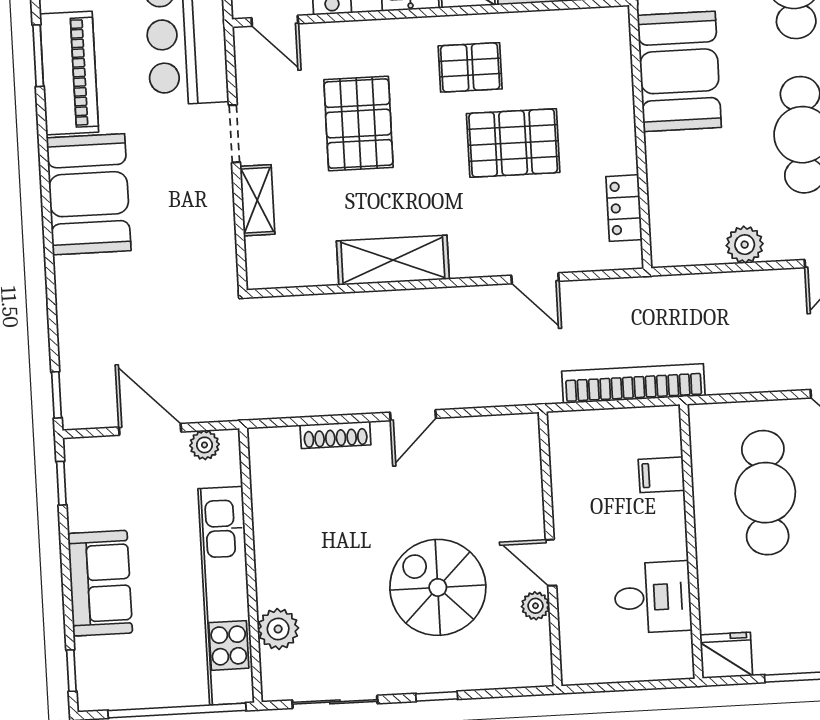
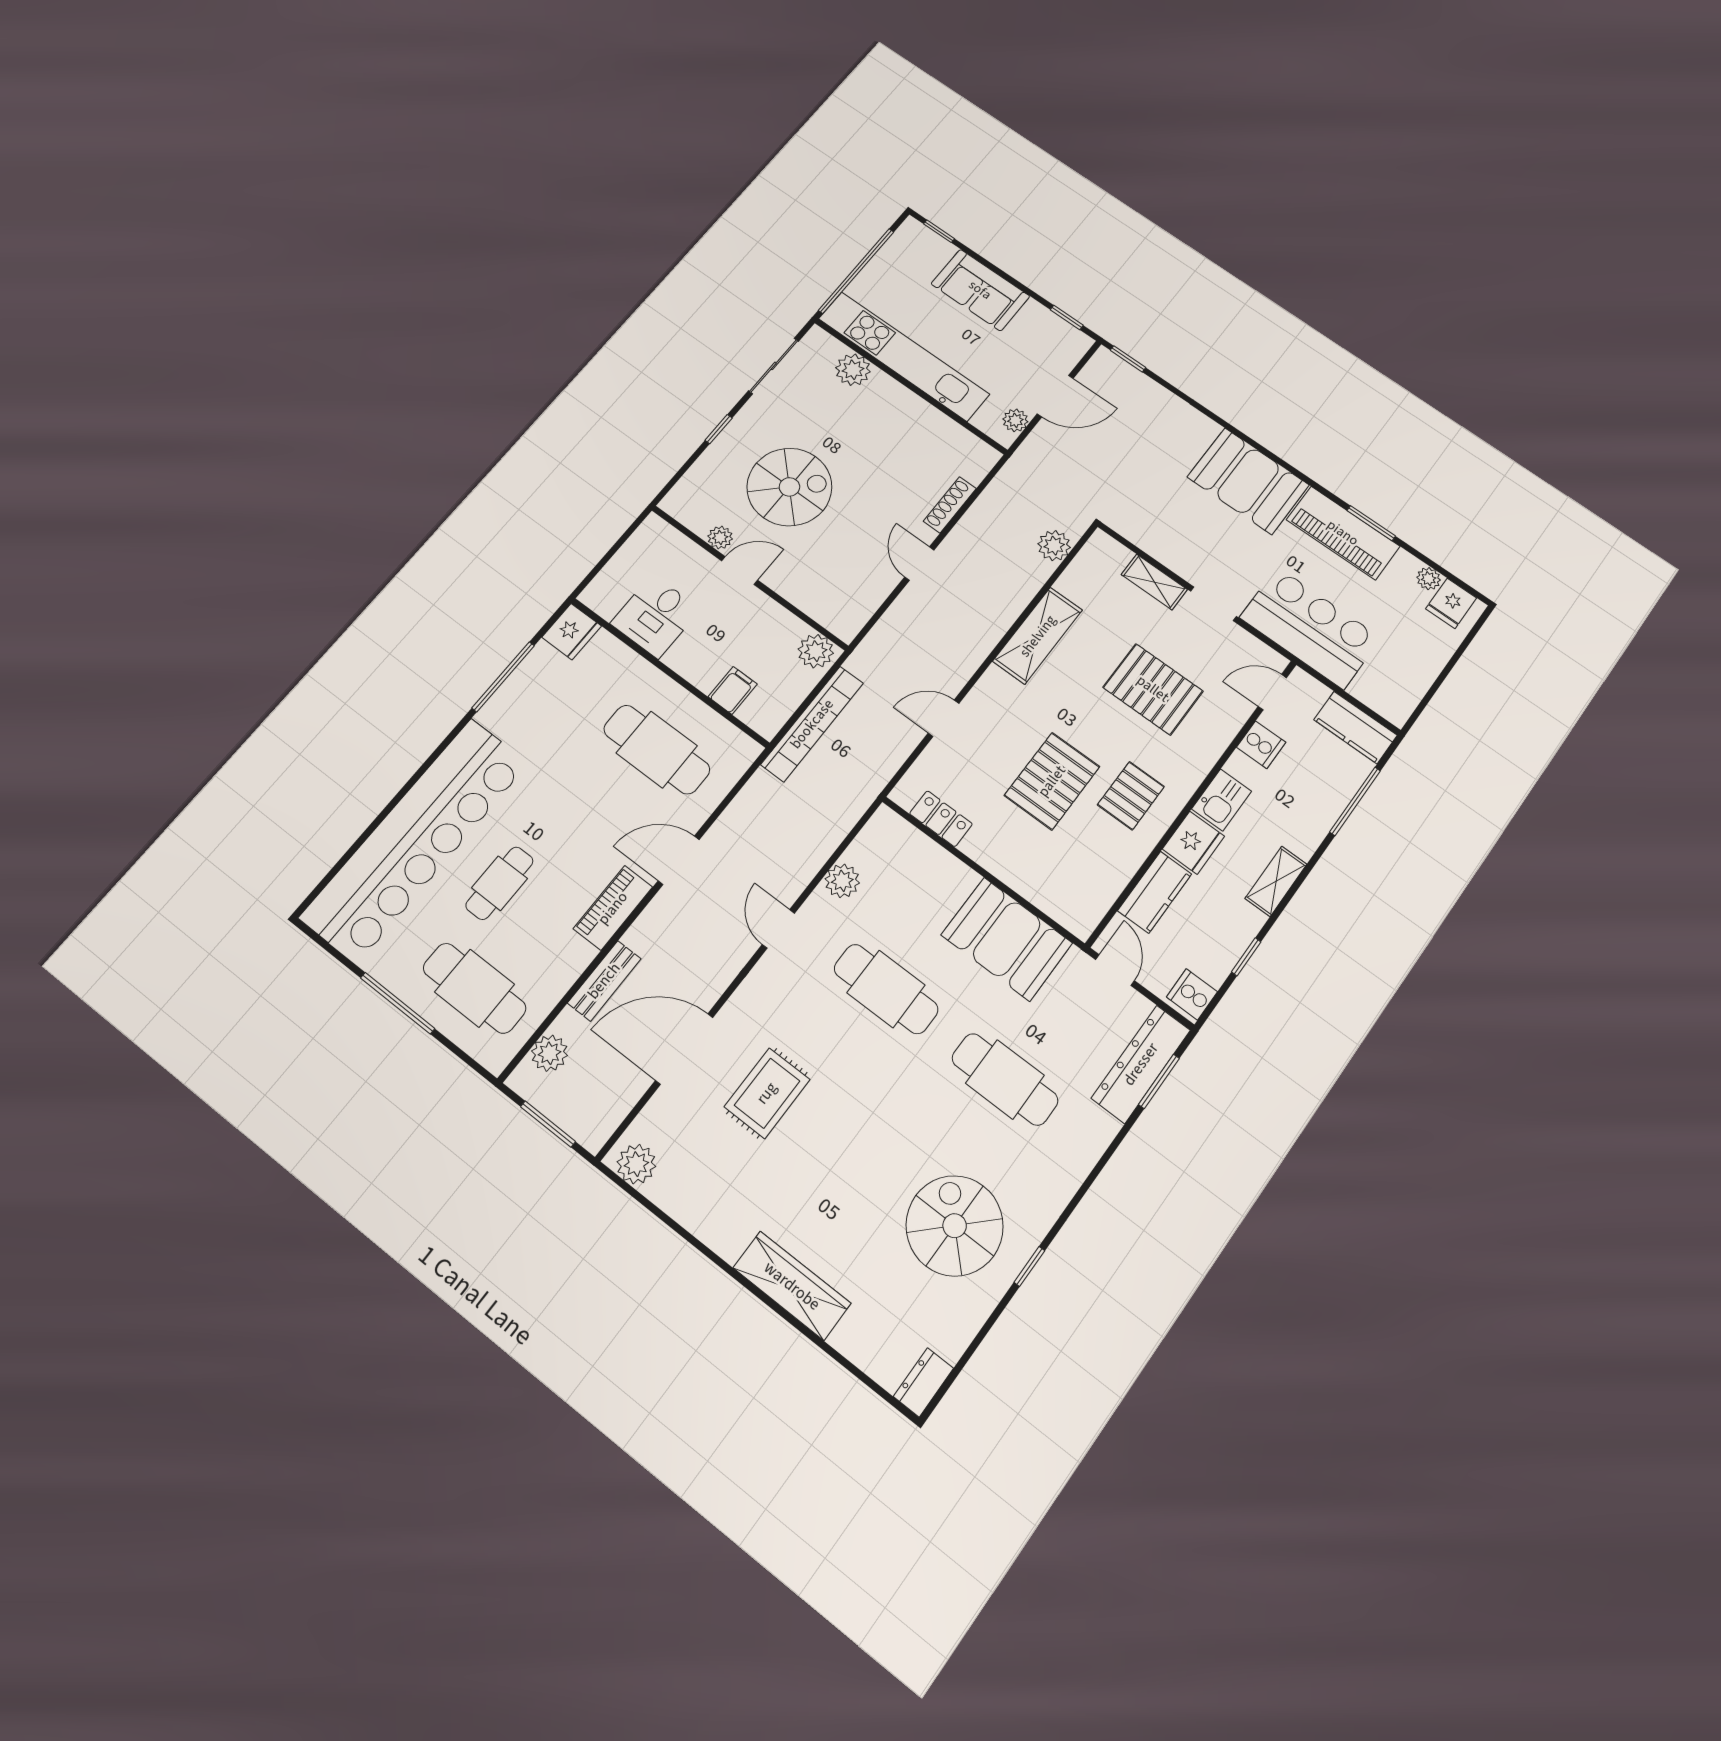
plant: (297, 314) -> (1054, 546), added
plant: (568, 435) -> (816, 651), added

